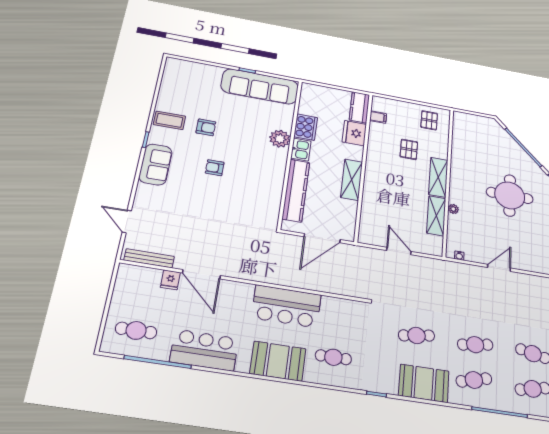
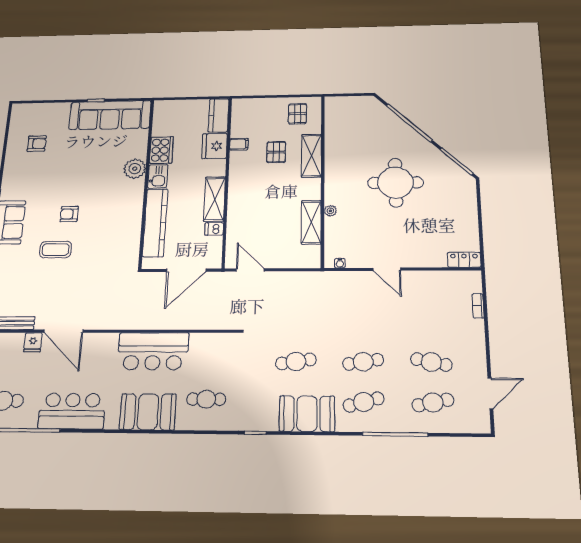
filing cabinet: (378, 117) -> (239, 144), moved
coffee table: (170, 120) -> (56, 250), moved
armchair: (206, 127) -> (37, 144), moved
shelving: (438, 177) -> (311, 156), moved
dishwasher: (350, 206) -> (214, 229), added
door: (399, 251) -> (250, 270), moved
door: (499, 268) -> (387, 269), swing flipped

